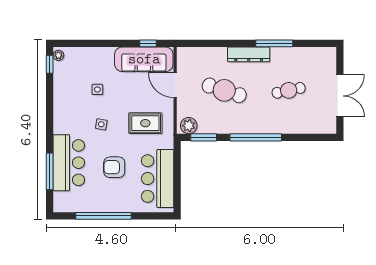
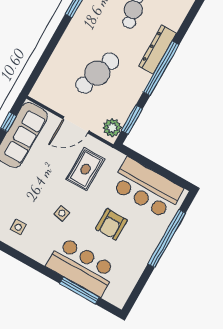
dresser: (249, 54) -> (157, 50), moved, turned 180
door: (175, 85) -> (76, 125), moved
side table: (97, 89) -> (18, 227), moved
window: (104, 216) -> (167, 238), moved

